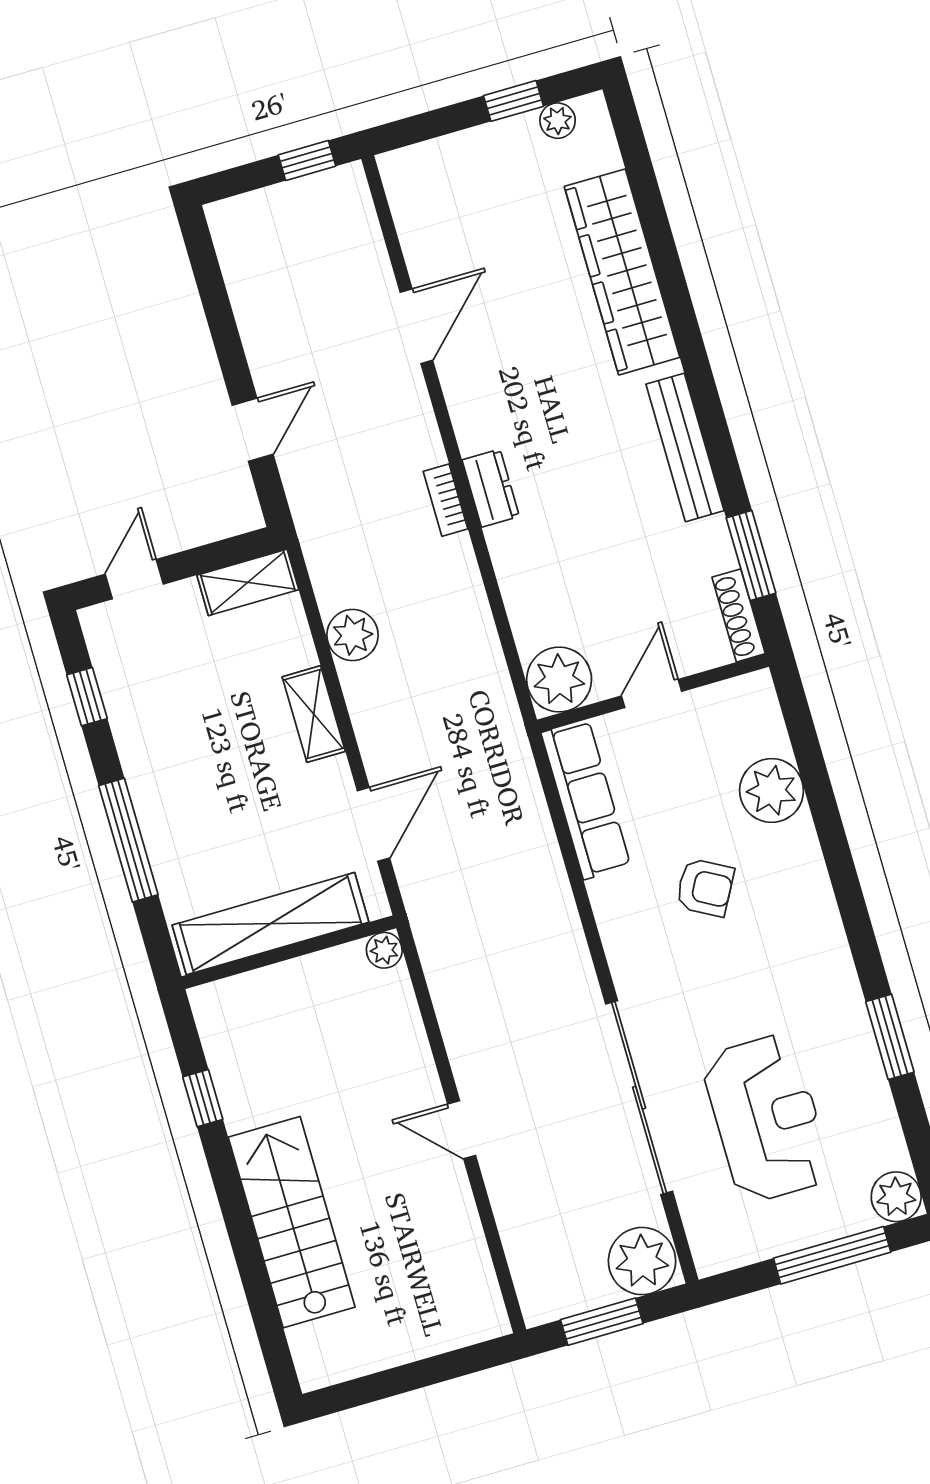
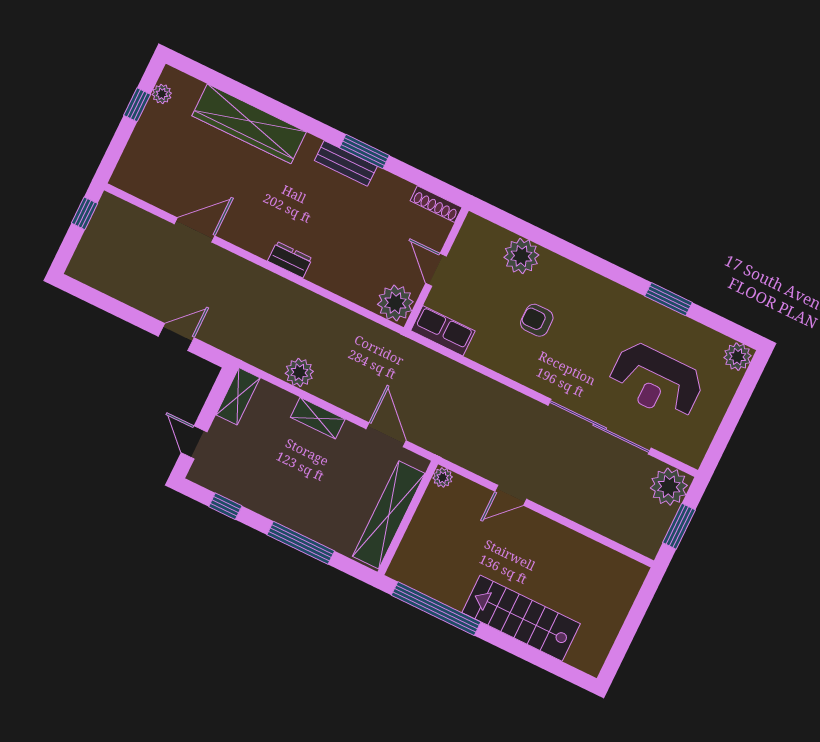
door: (416, 326) -> (195, 230), hinge flipped
door: (253, 430) -> (176, 337), hinge flipped
bench: (685, 447) -> (346, 163), width x0.73
bookcase: (446, 500) -> (278, 283), removed
window: (751, 556) -> (364, 152), moved
row of seats: (586, 799) -> (443, 331), width x0.68
armchair: (705, 887) -> (537, 320), turned -119
window: (203, 1098) -> (436, 609), width x3.17
reception desk: (767, 1118) -> (656, 381), turned 180
door: (462, 1130) -> (511, 495), moved
window: (832, 1255) -> (738, 405), removed

